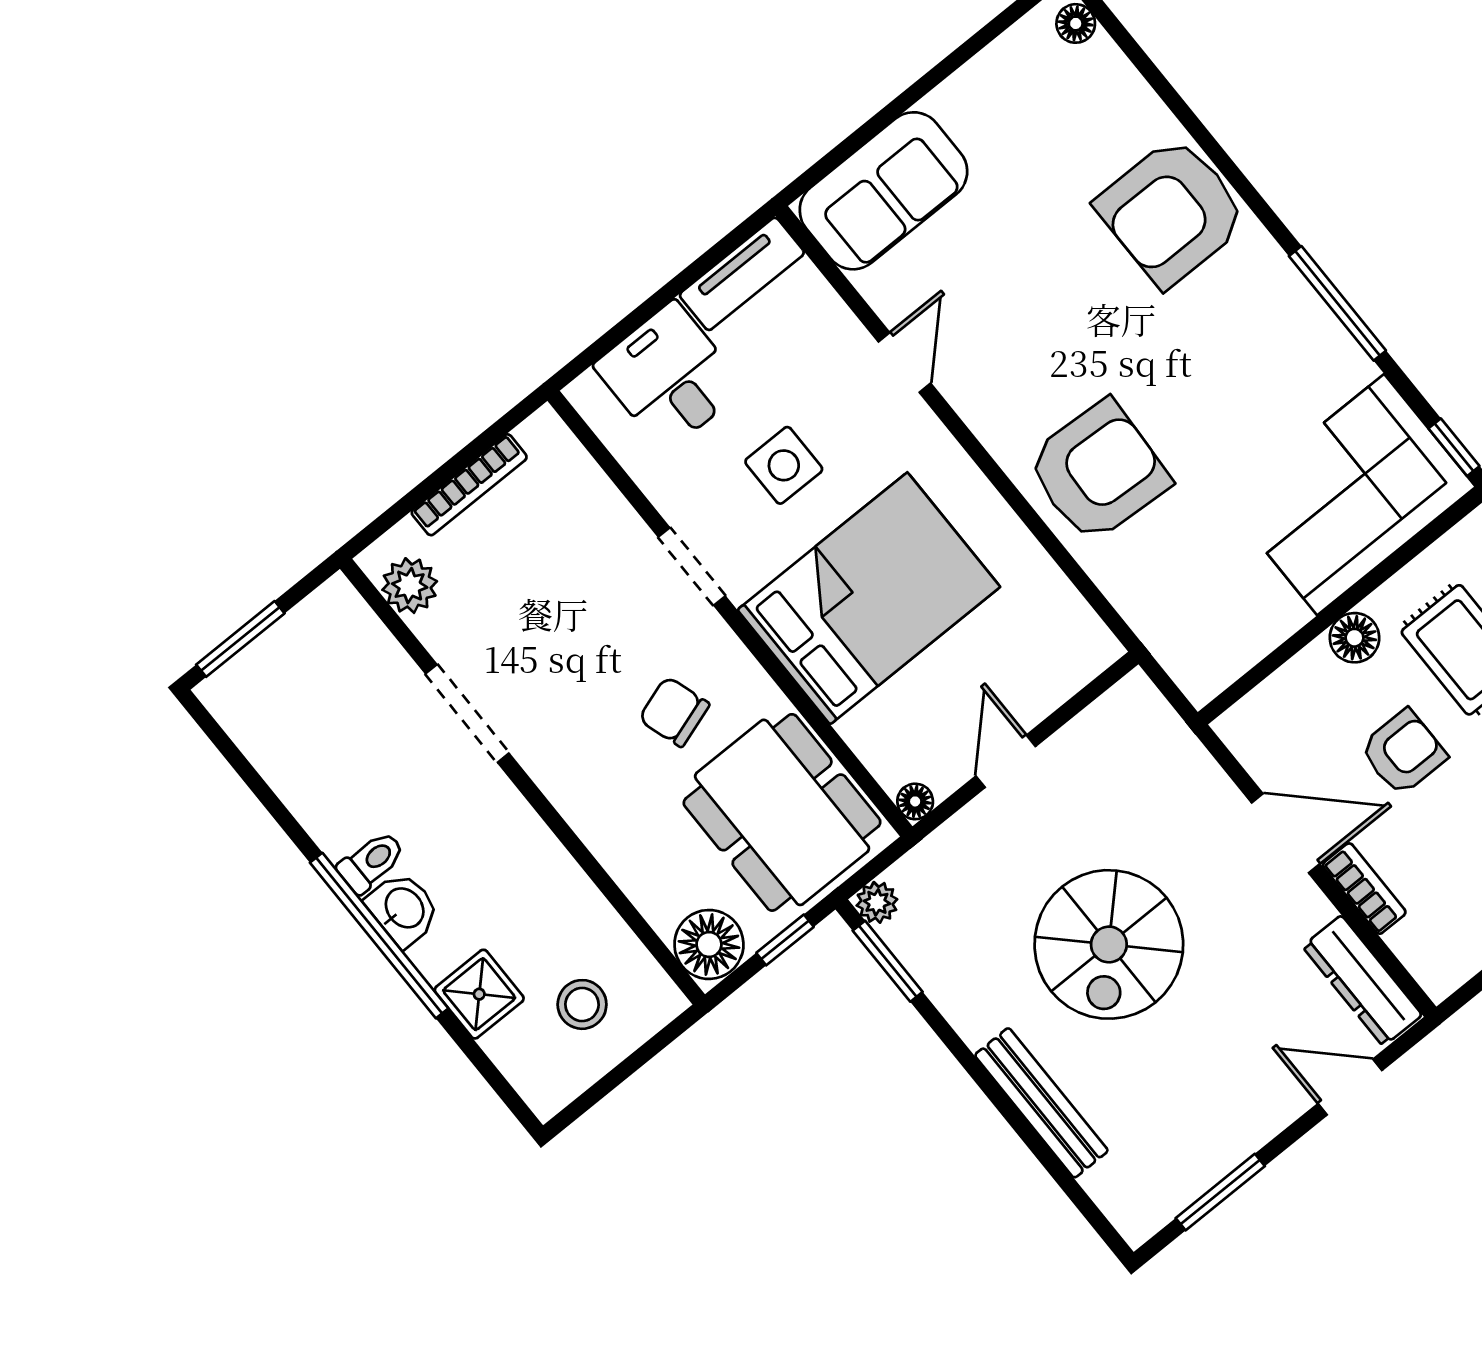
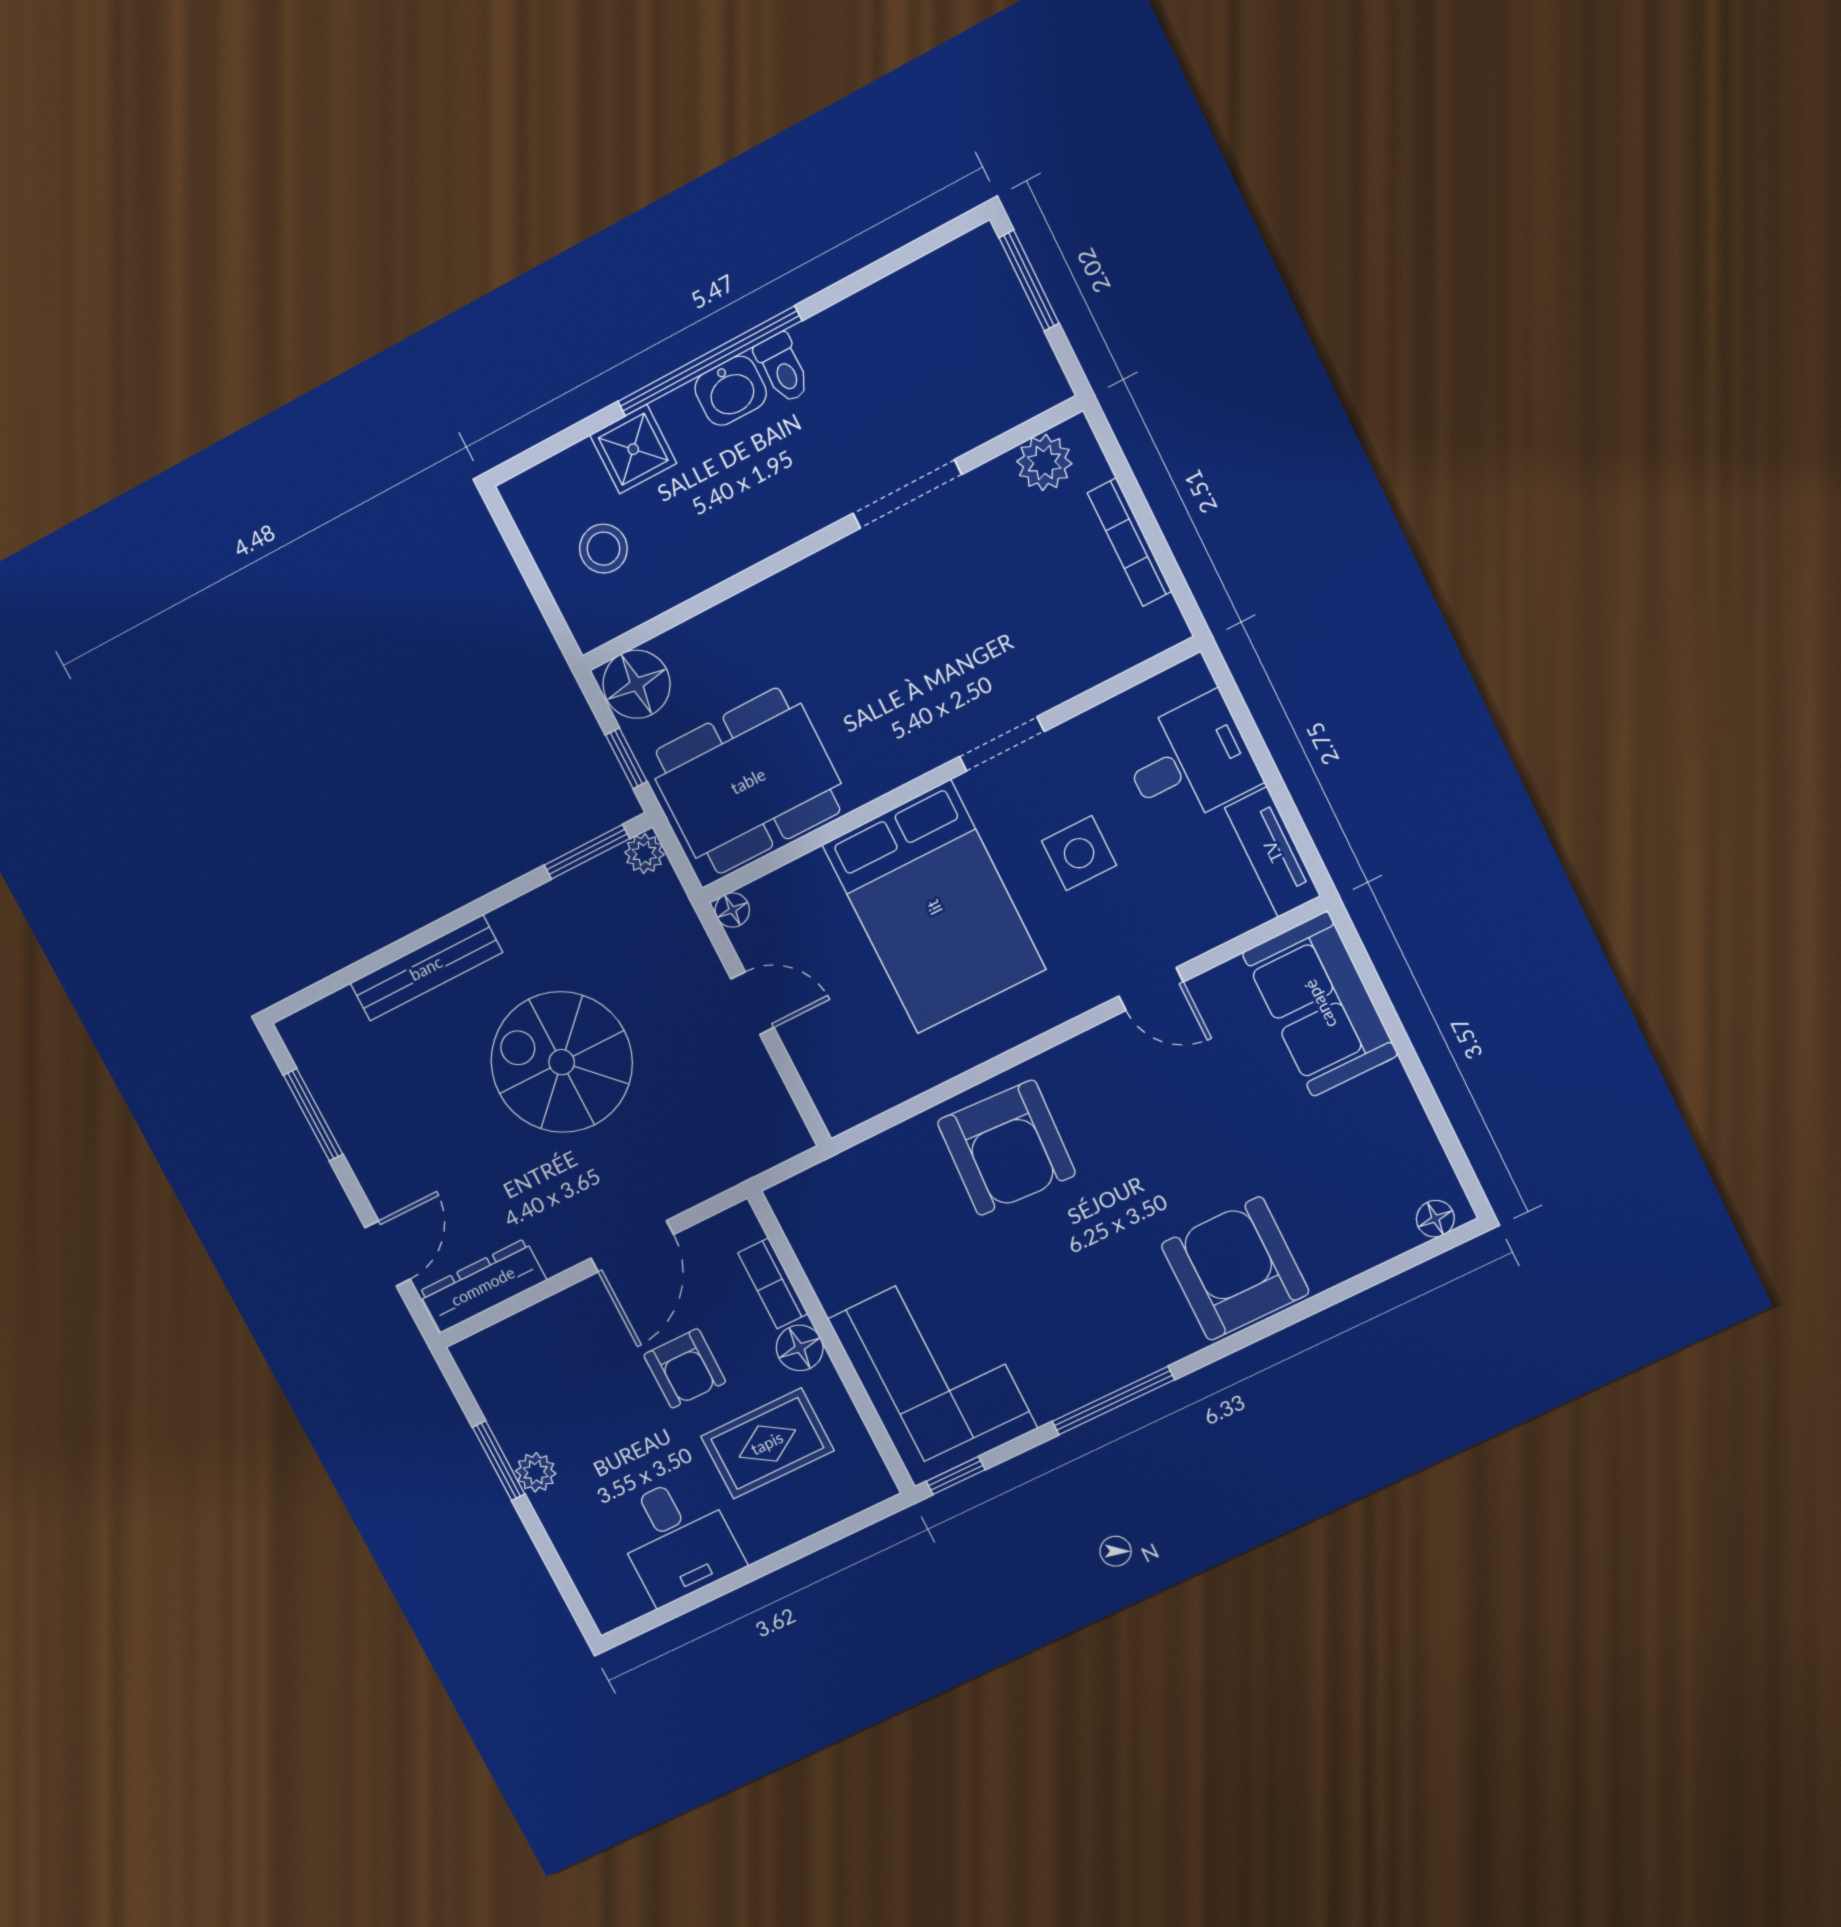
chair: (674, 712) -> (866, 697), removed
bookcase: (1364, 889) -> (773, 1283), moved, turned 90

